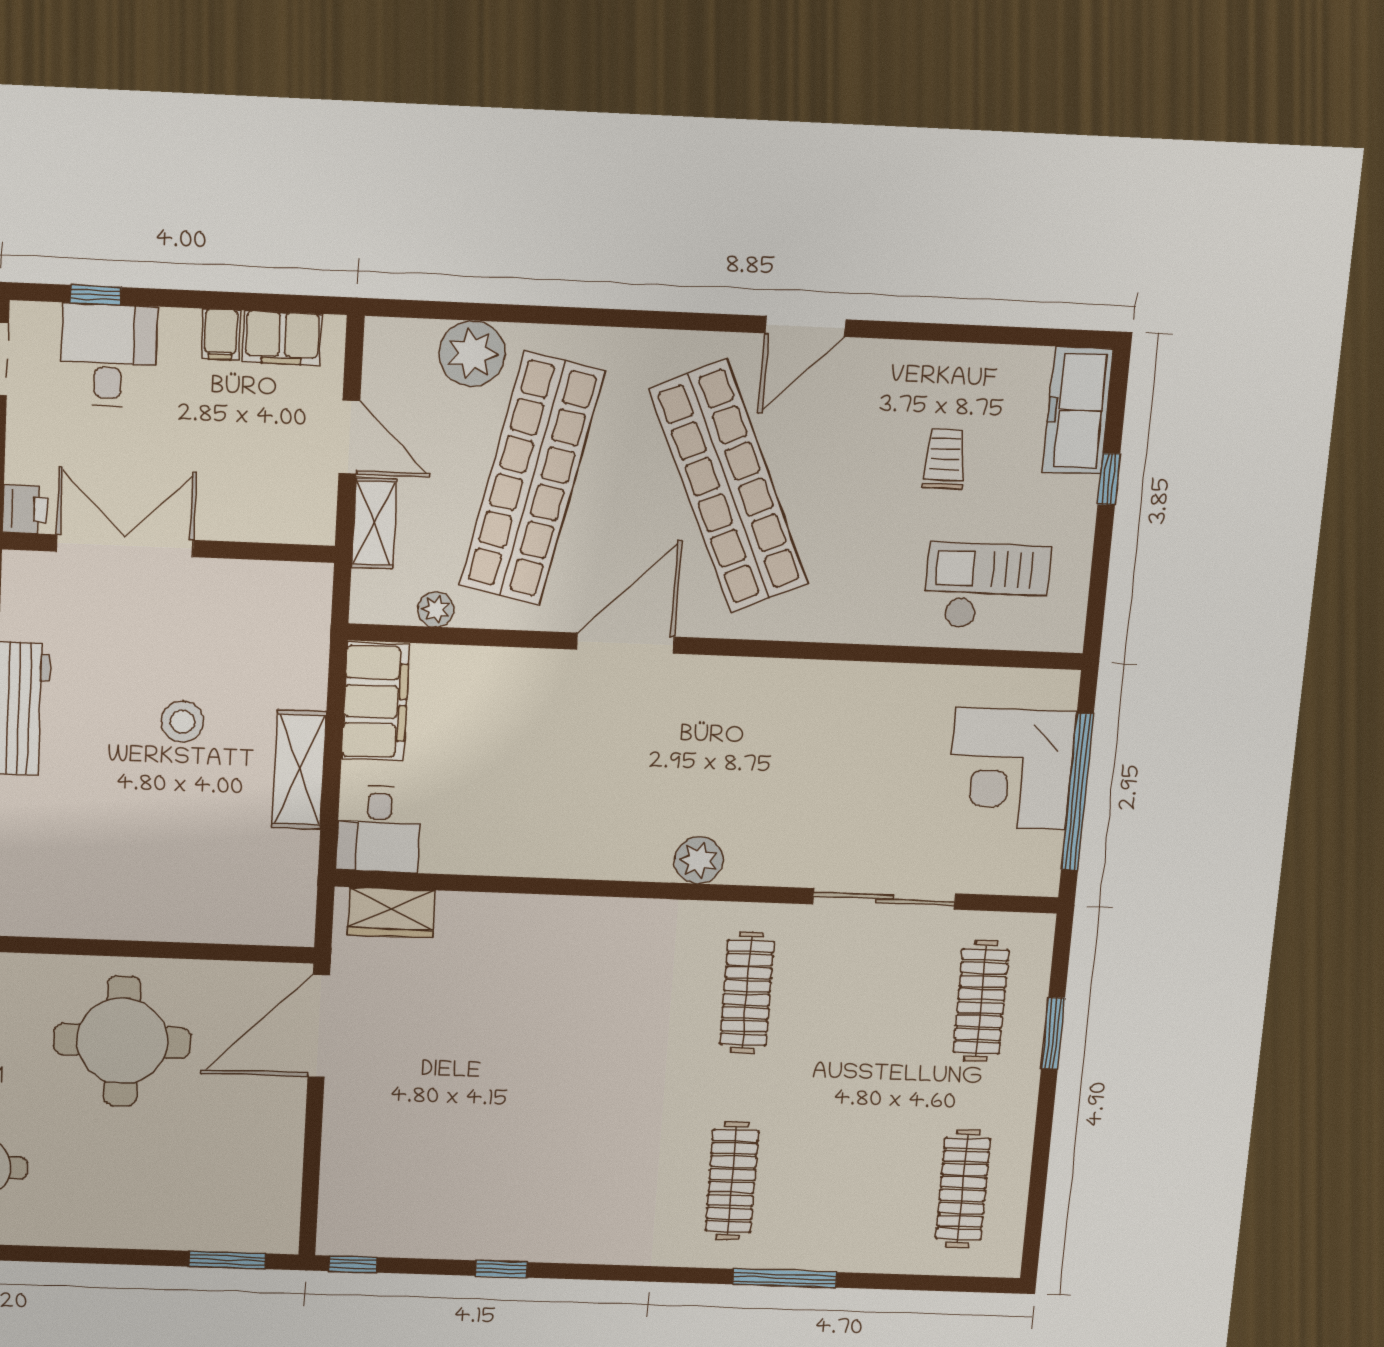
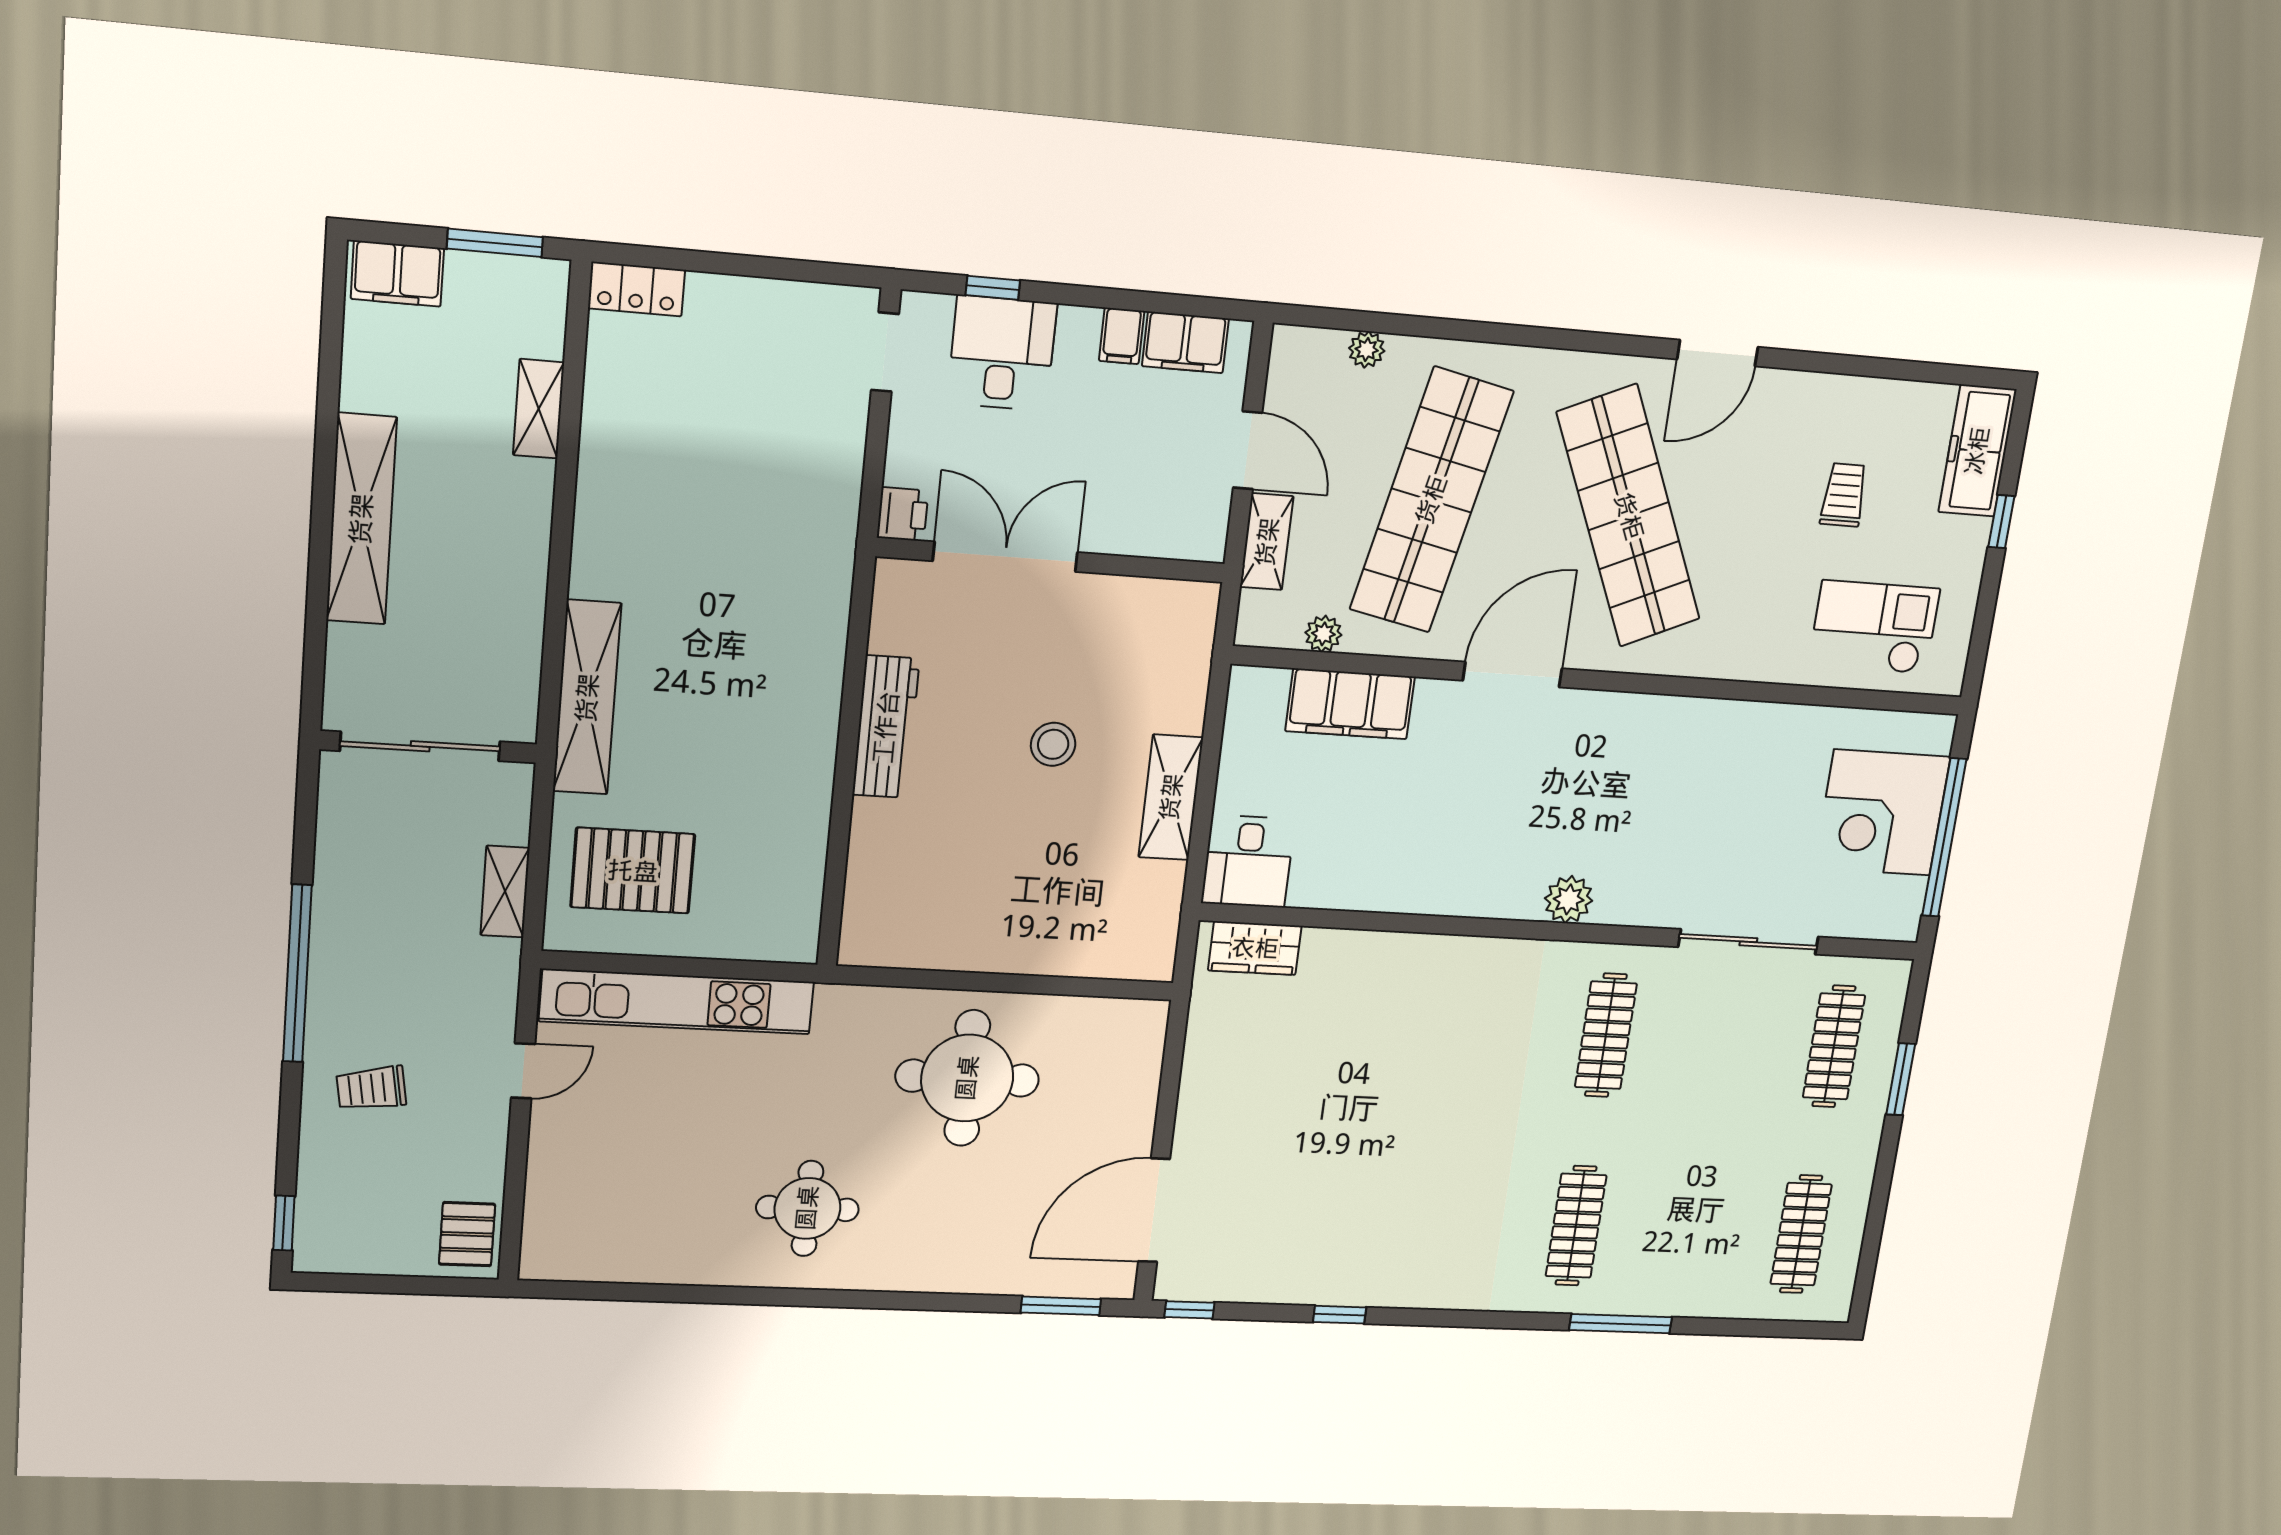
plant: (472, 353) -> (1367, 350), width x0.53, depth x0.53
filing cabinet: (375, 702) -> (1350, 704), moved, turned 90
door: (319, 1026) -> (1154, 1210), moved

